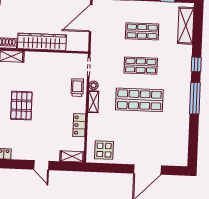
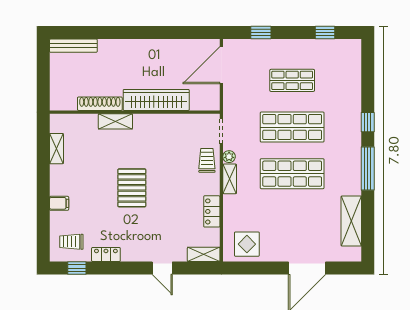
shelving: (186, 26) -> (351, 221), moved
shop shelf: (141, 66) -> (292, 127), width x1.43, depth x1.36

